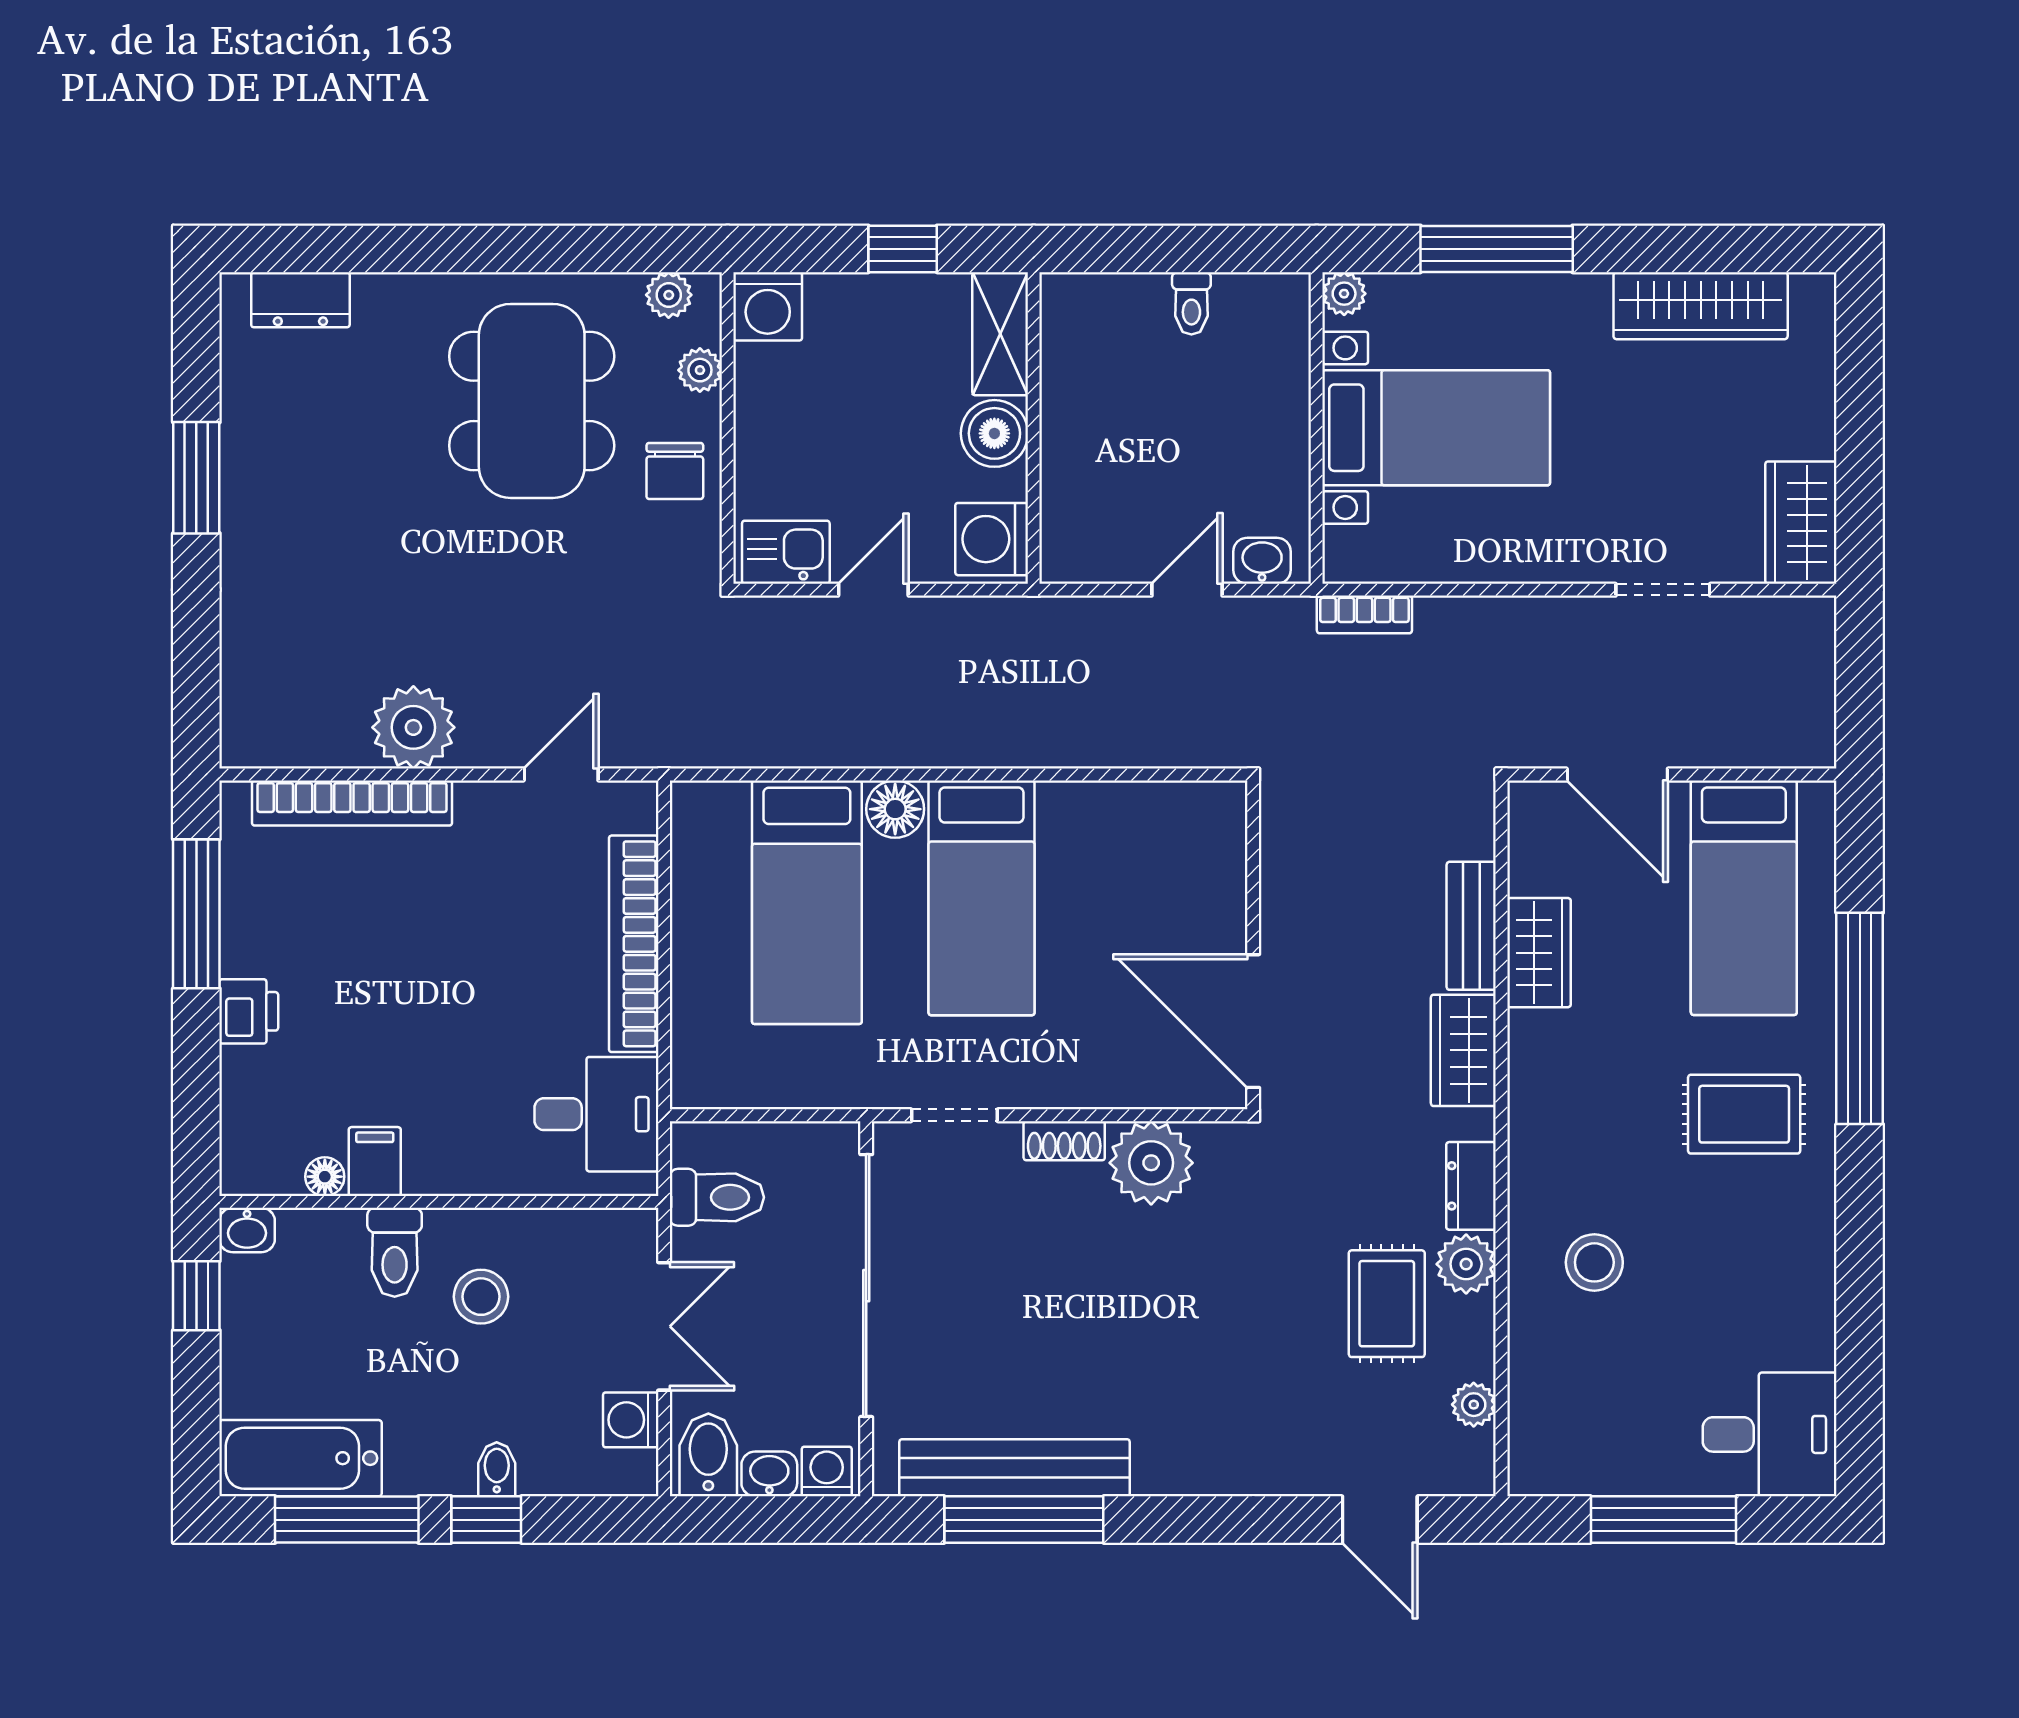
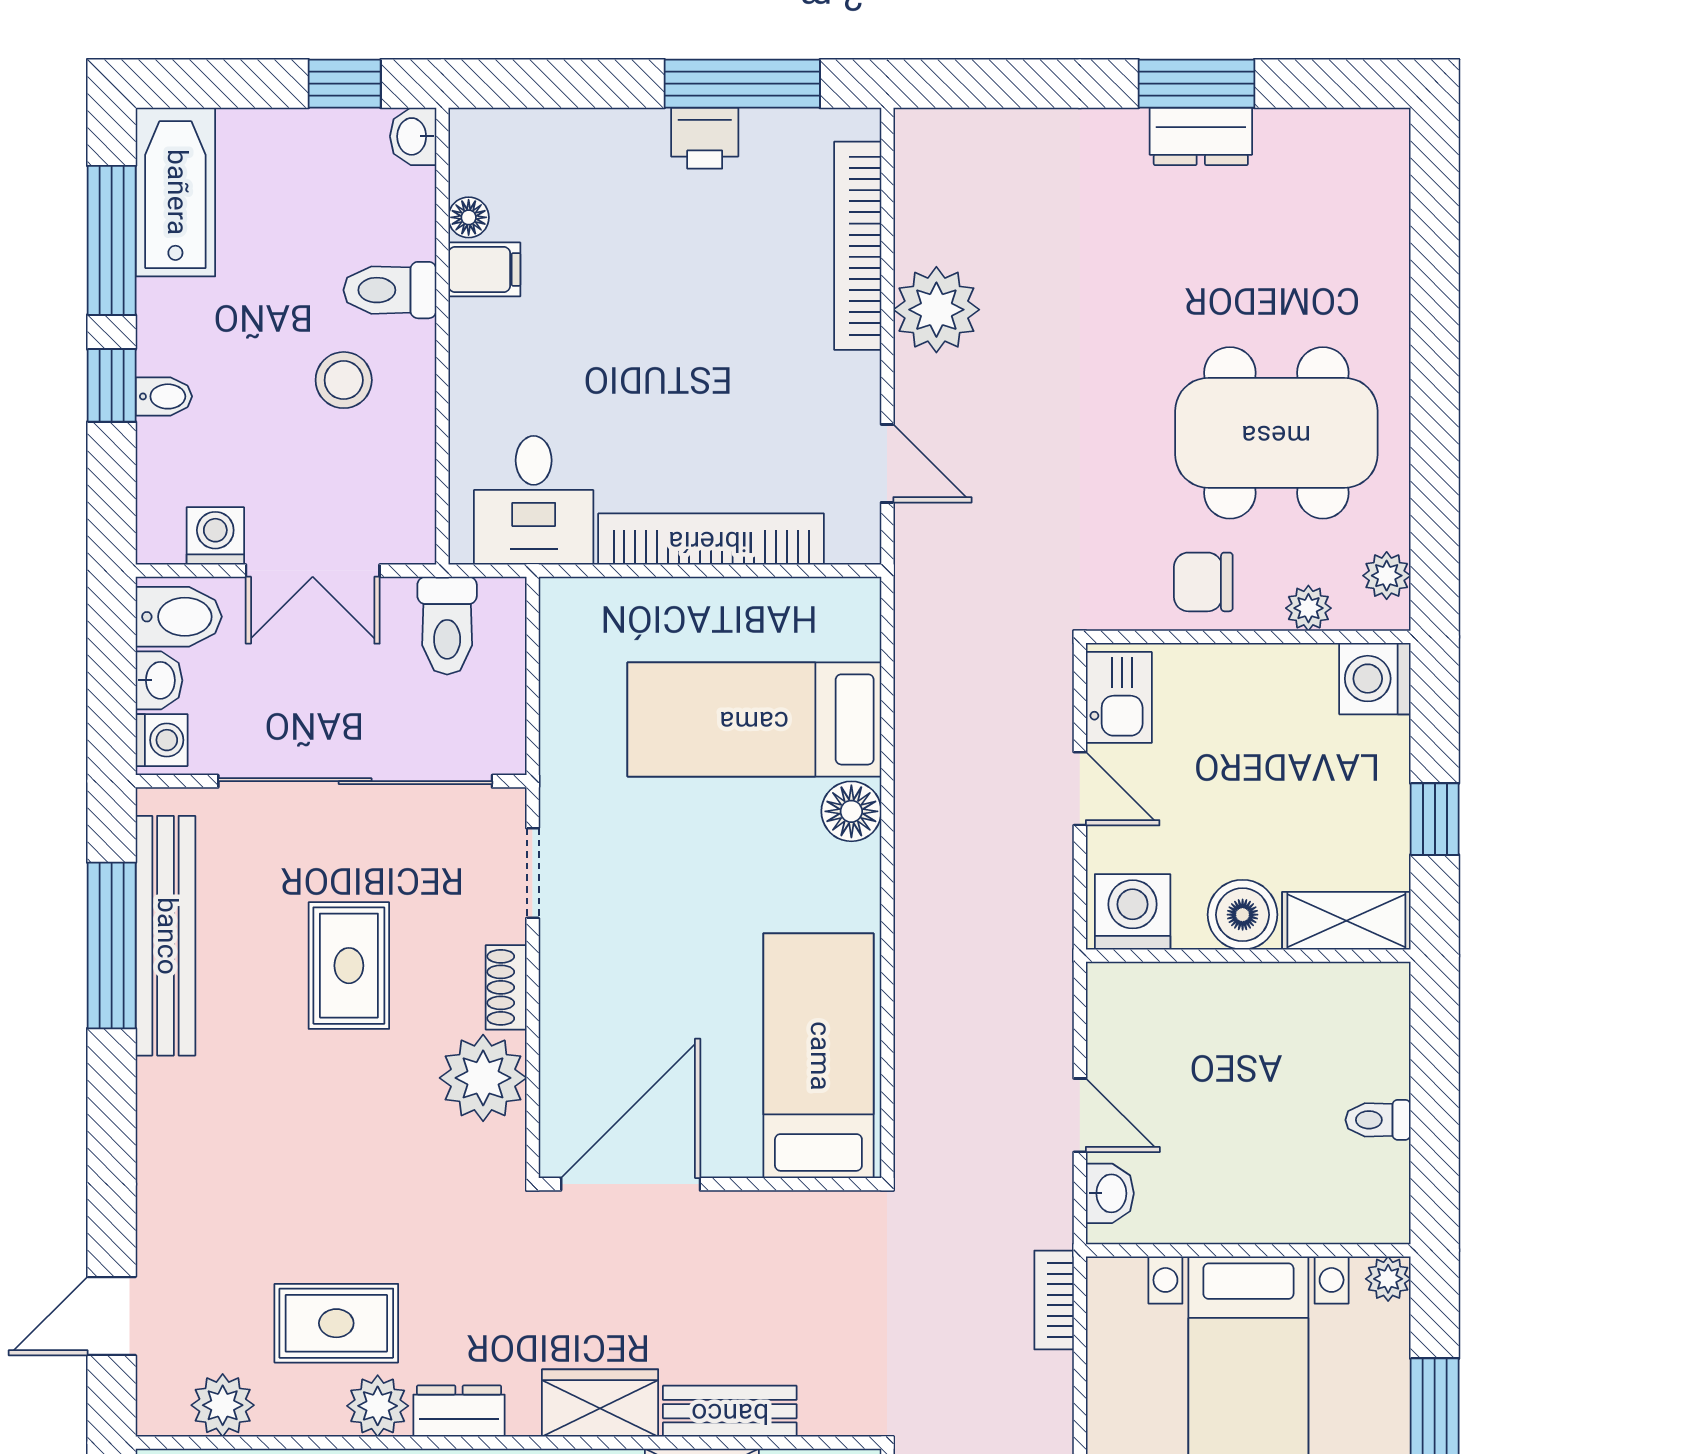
dresser: (300, 300) -> (1201, 136), moved, turned -90
bed: (982, 898) -> (818, 1056), moved, turned 90
printer: (249, 1011) -> (705, 138), moved
rug: (1043, 1292) -> (349, 966), added
plant: (1474, 1405) -> (223, 1405), width x1.38, depth x1.38

